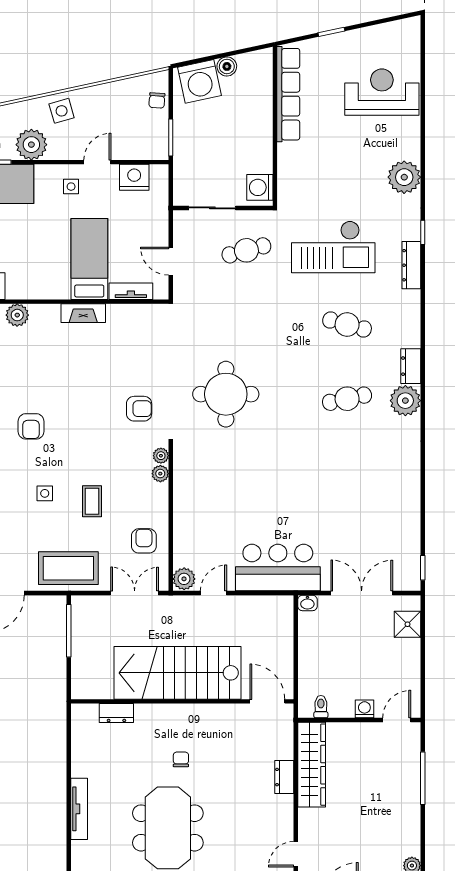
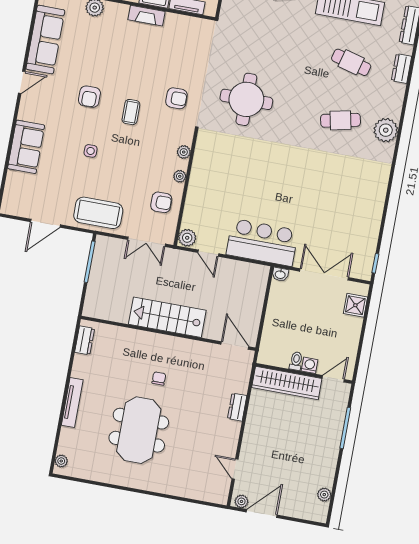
dresser: (411, 366) -> (401, 68), moved
plant: (161, 456) -> (180, 176), moved
coffee table: (92, 501) -> (131, 112), moved
armchair: (144, 541) -> (161, 202), turned 90
double door: (135, 593) -> (146, 242), swing flipped
door: (214, 593) -> (208, 253), swing flipped
stairs: (177, 673) -> (167, 317), width x0.73, depth x0.66
toilet: (321, 707) -> (296, 361), moved
dresser: (116, 713) -> (85, 340), moved, turned -90
wardrobe: (312, 765) -> (287, 383), moved, turned 90
door: (296, 854) -> (235, 469), hinge flipped

